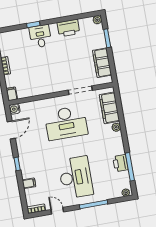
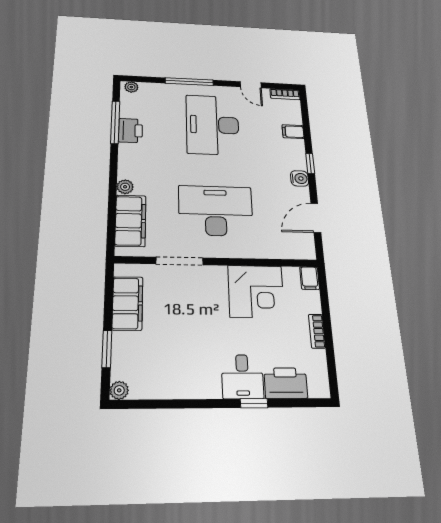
printer: (68, 28) -> (286, 383), moved
corner desk: (39, 81) -> (256, 291), added
water cooler: (15, 109) -> (300, 178), moved

